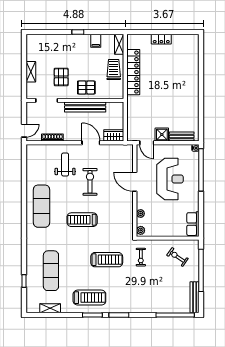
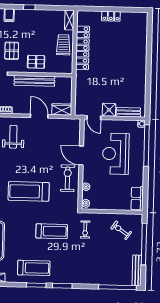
filing cabinet: (96, 41) -> (9, 15), moved
reception desk: (170, 179) -> (116, 154), turned 180
exercise bike: (90, 182) -> (68, 178), moved
treadmill: (82, 220) -> (29, 191), width x1.37, depth x1.38

